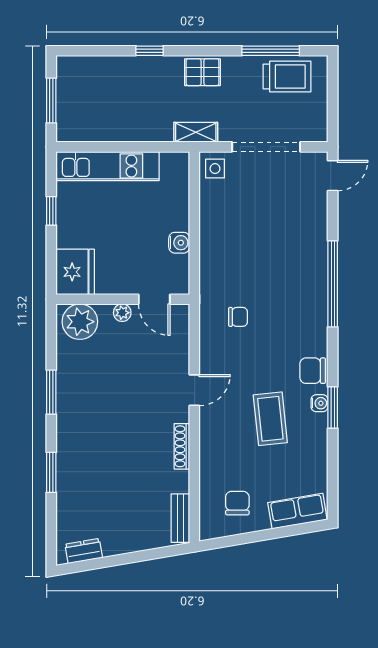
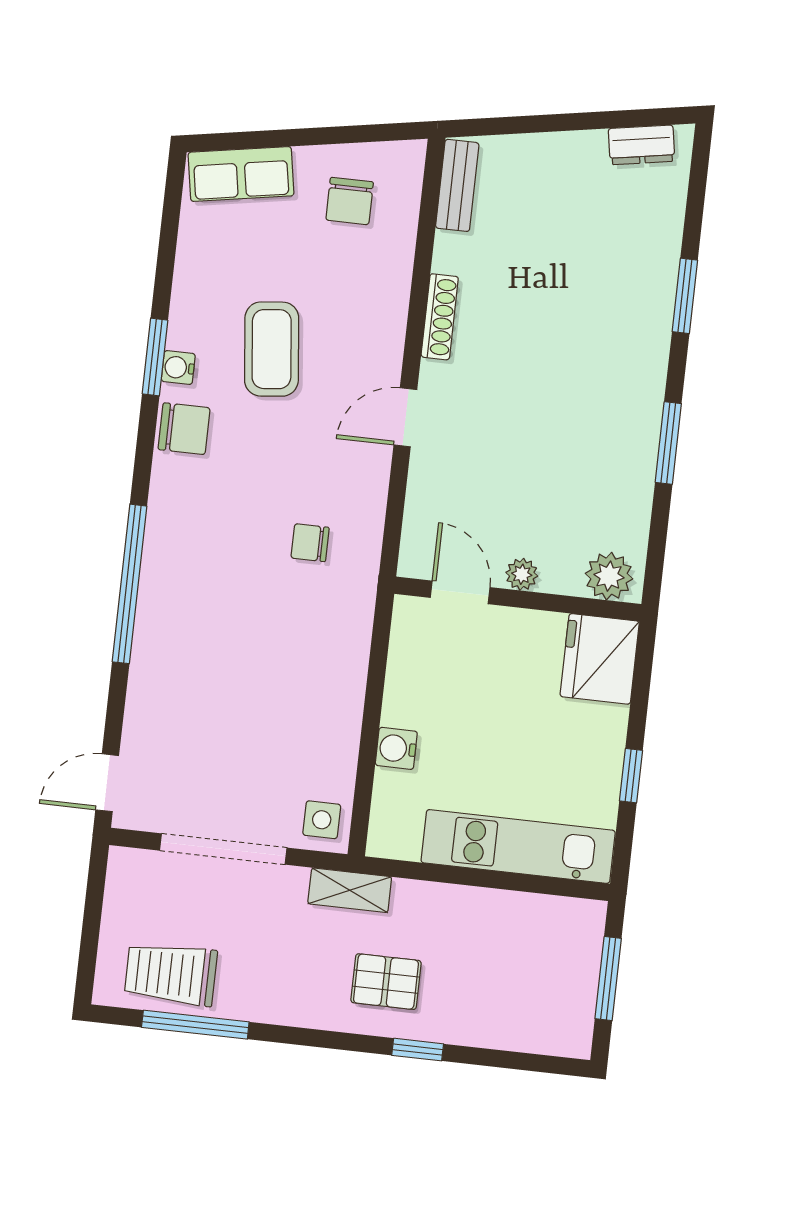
pallet: (202, 72) -> (386, 982), moved
water cooler: (179, 243) -> (396, 748), moved
plant: (80, 322) -> (609, 576), width x0.73, depth x0.73

